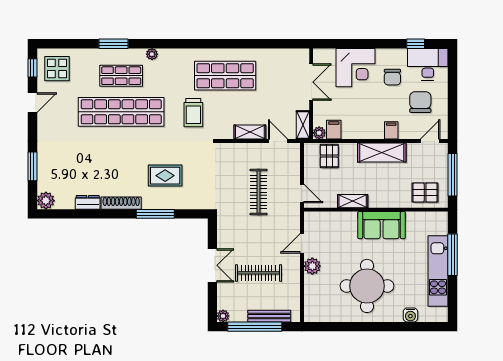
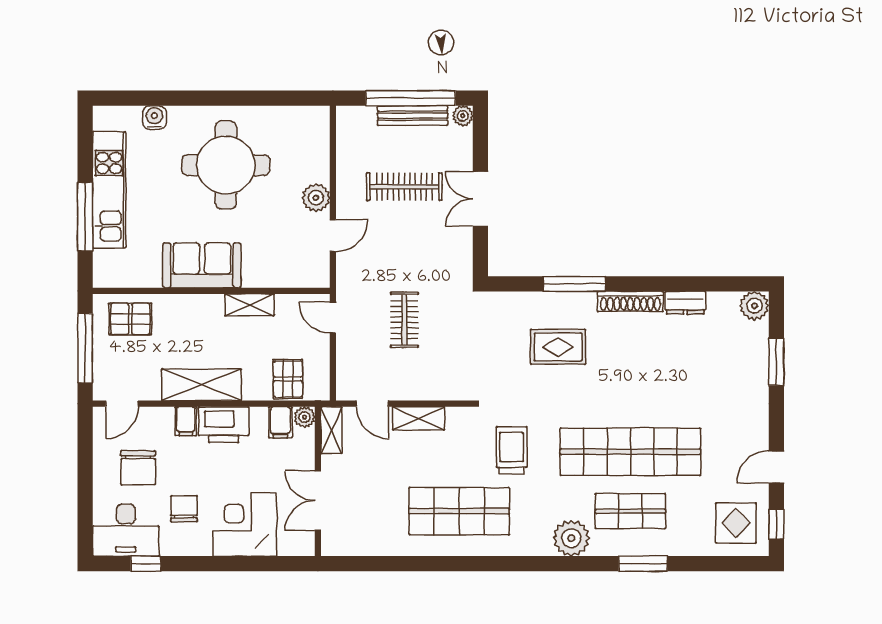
plant: (152, 54) -> (571, 538), width x1.87, depth x1.87
printer: (368, 128) -> (224, 425), added
clothes rail: (259, 192) -> (404, 320), width x0.73
bench: (269, 316) -> (412, 116), moved

